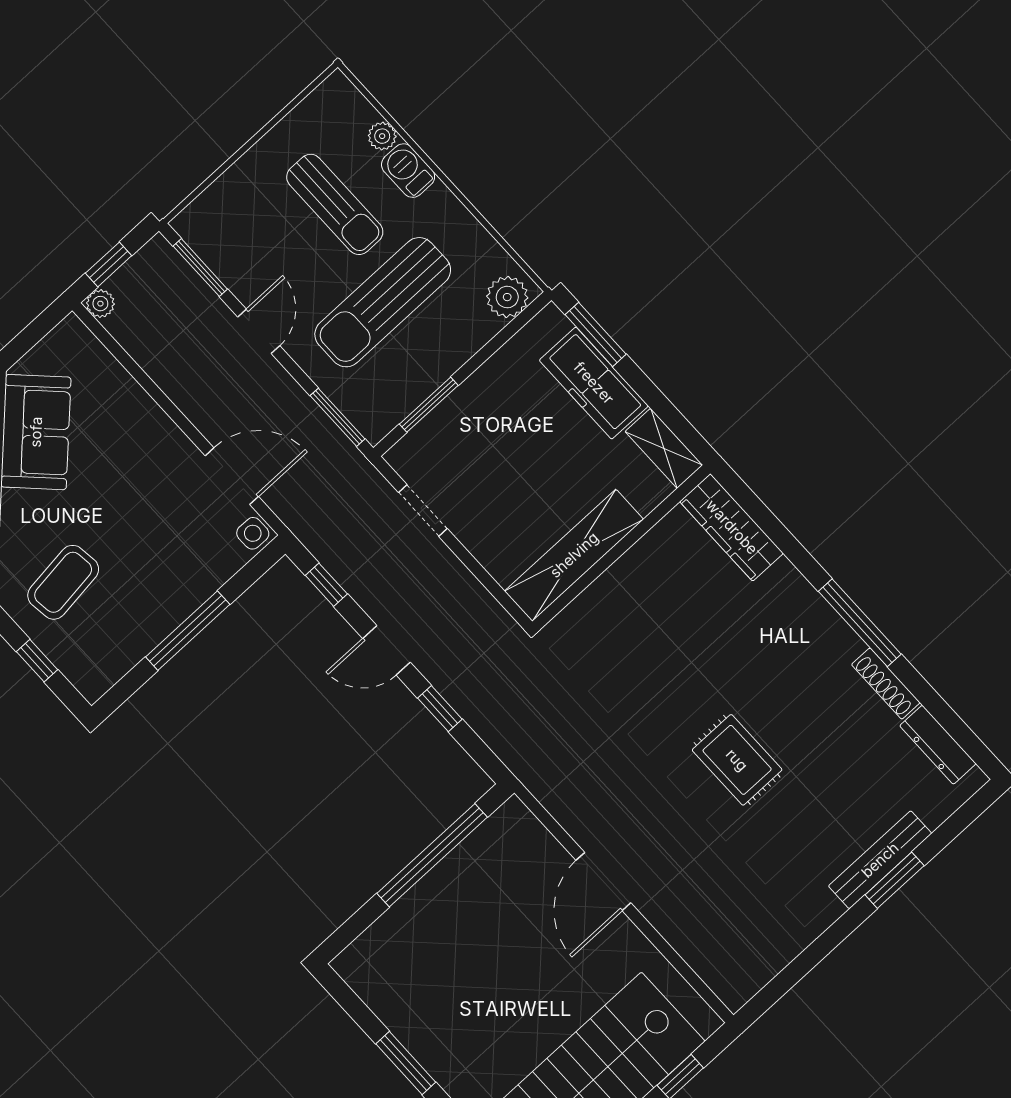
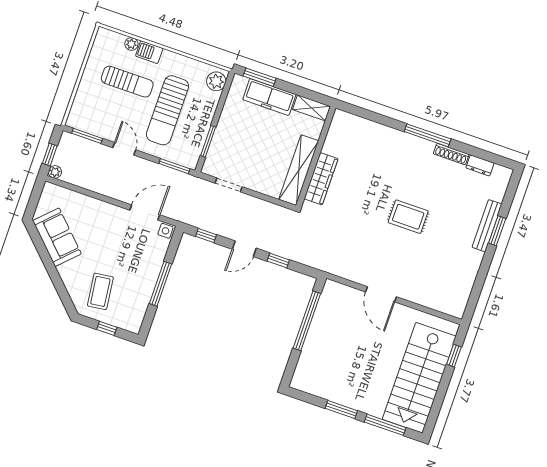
wardrobe: (732, 527) -> (321, 179), moved, turned -90
dresser: (938, 745) -> (480, 165), width x0.70

